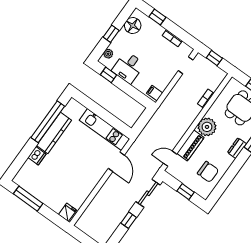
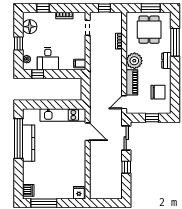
dishwasher: (37, 156) -> (28, 190), moved

